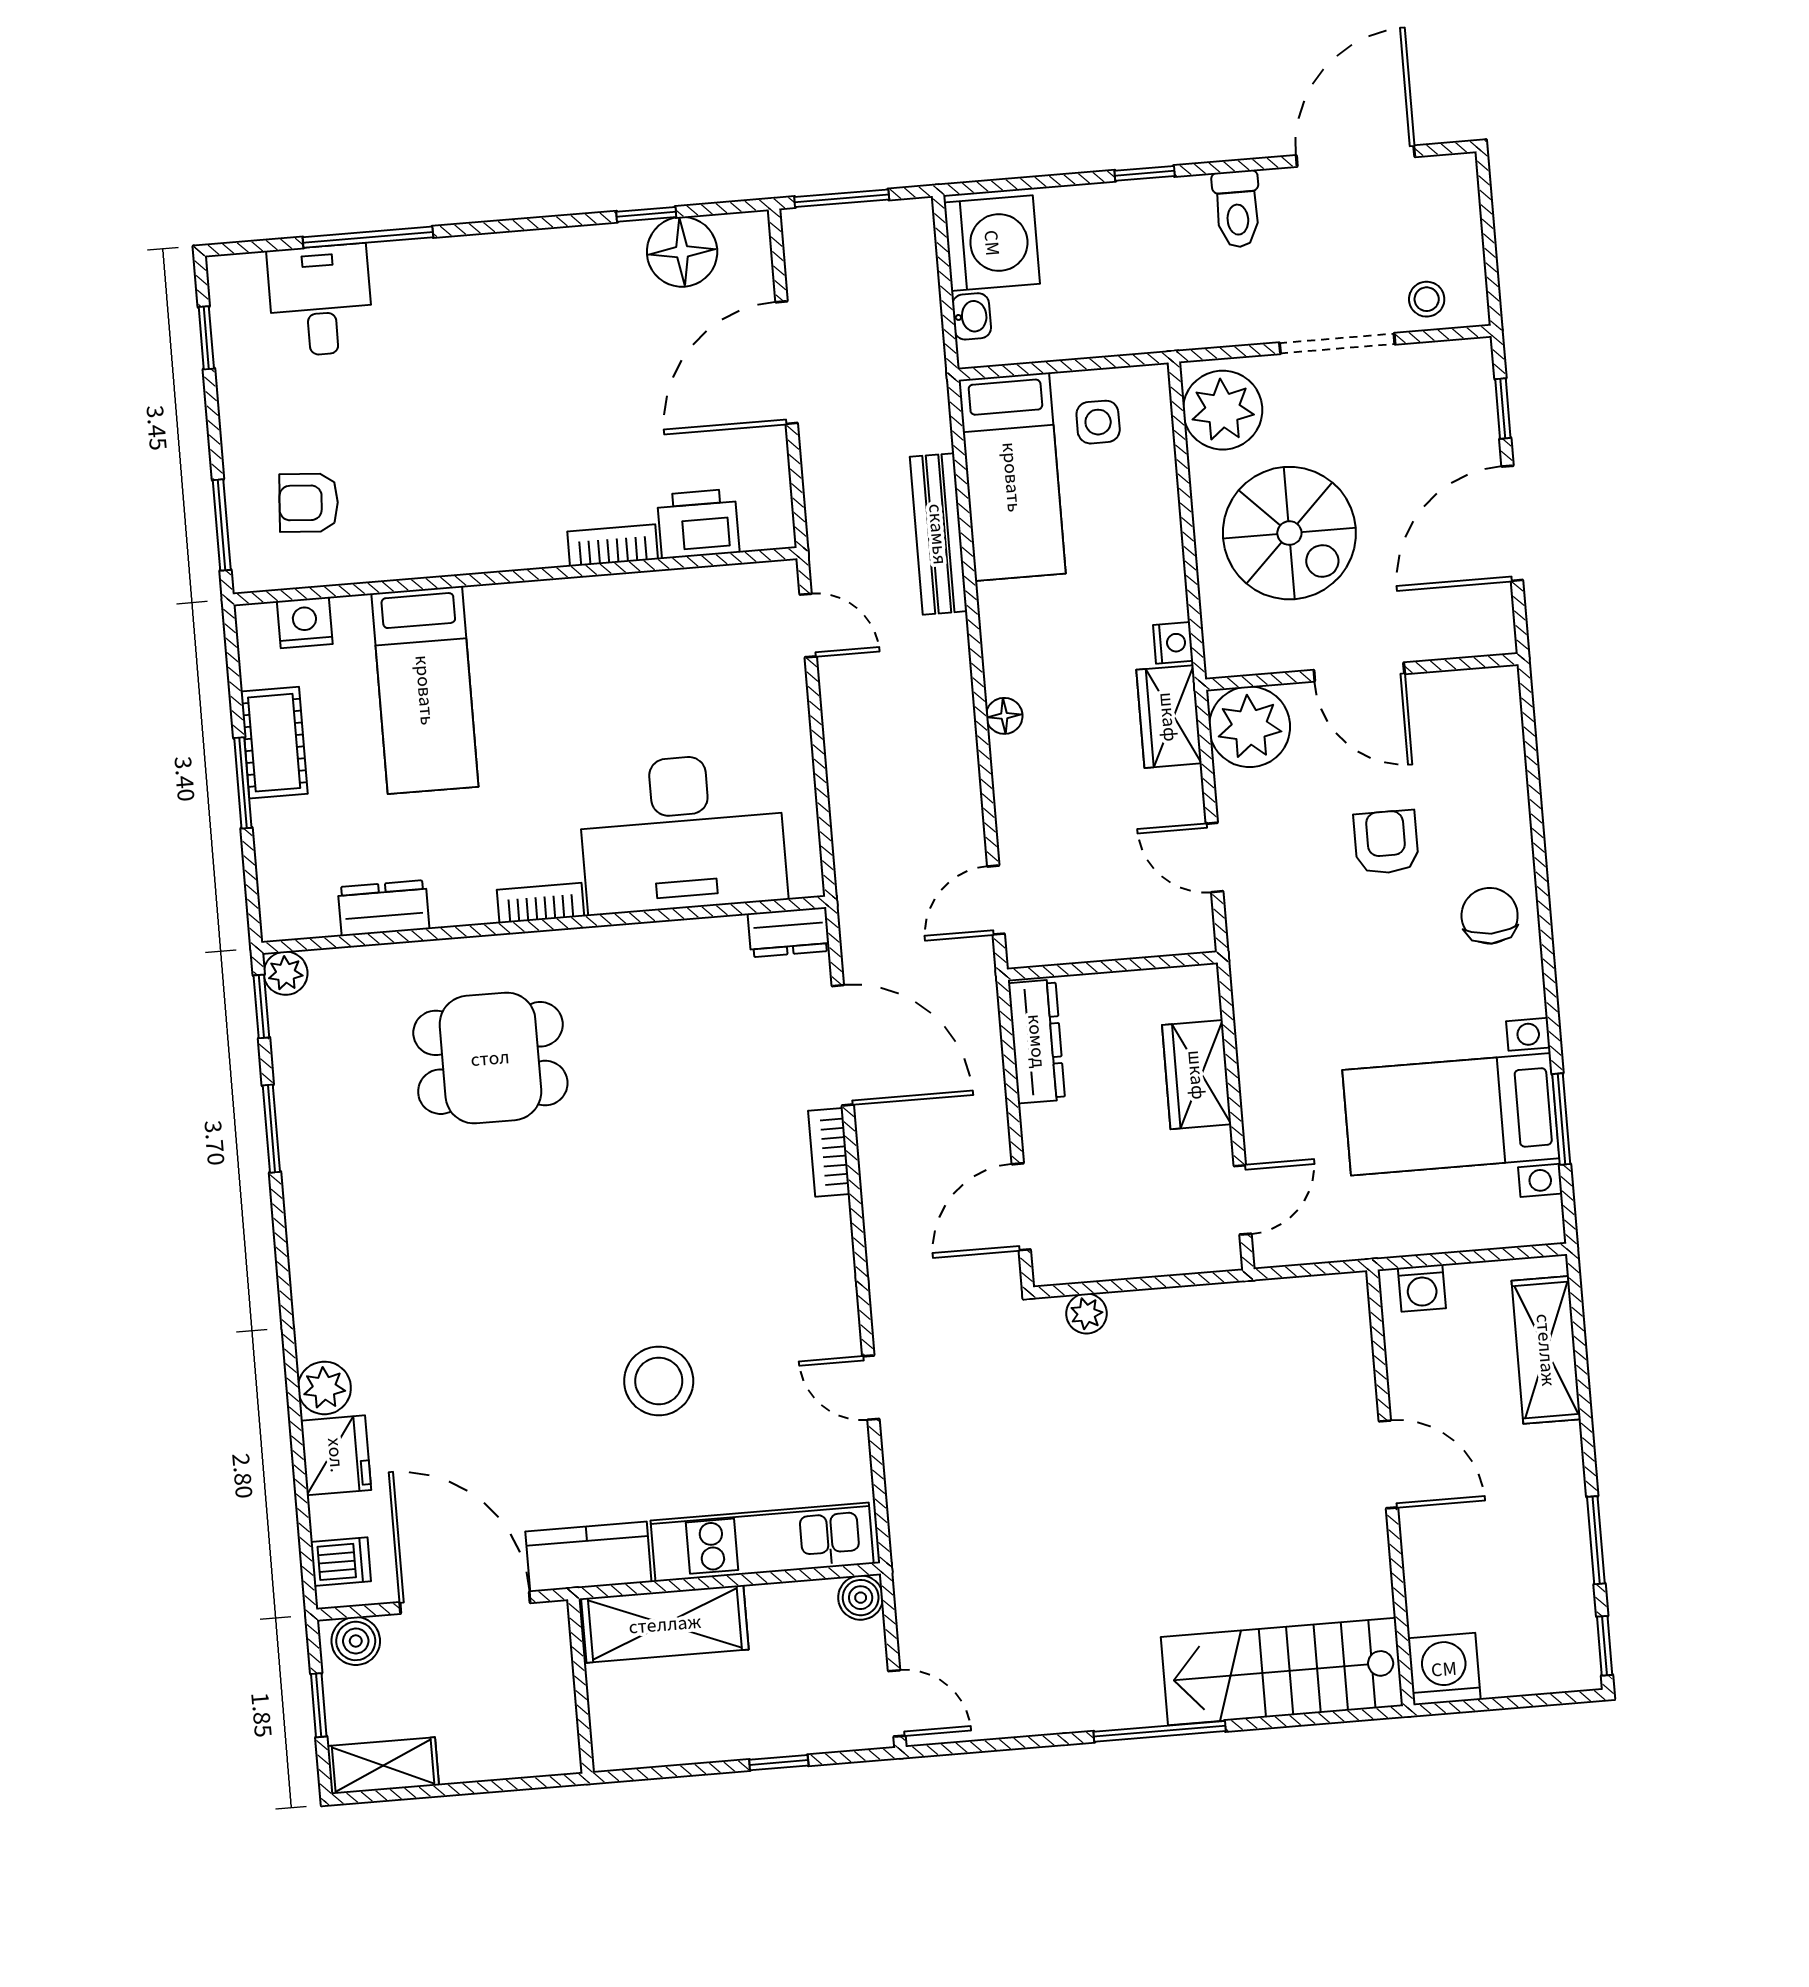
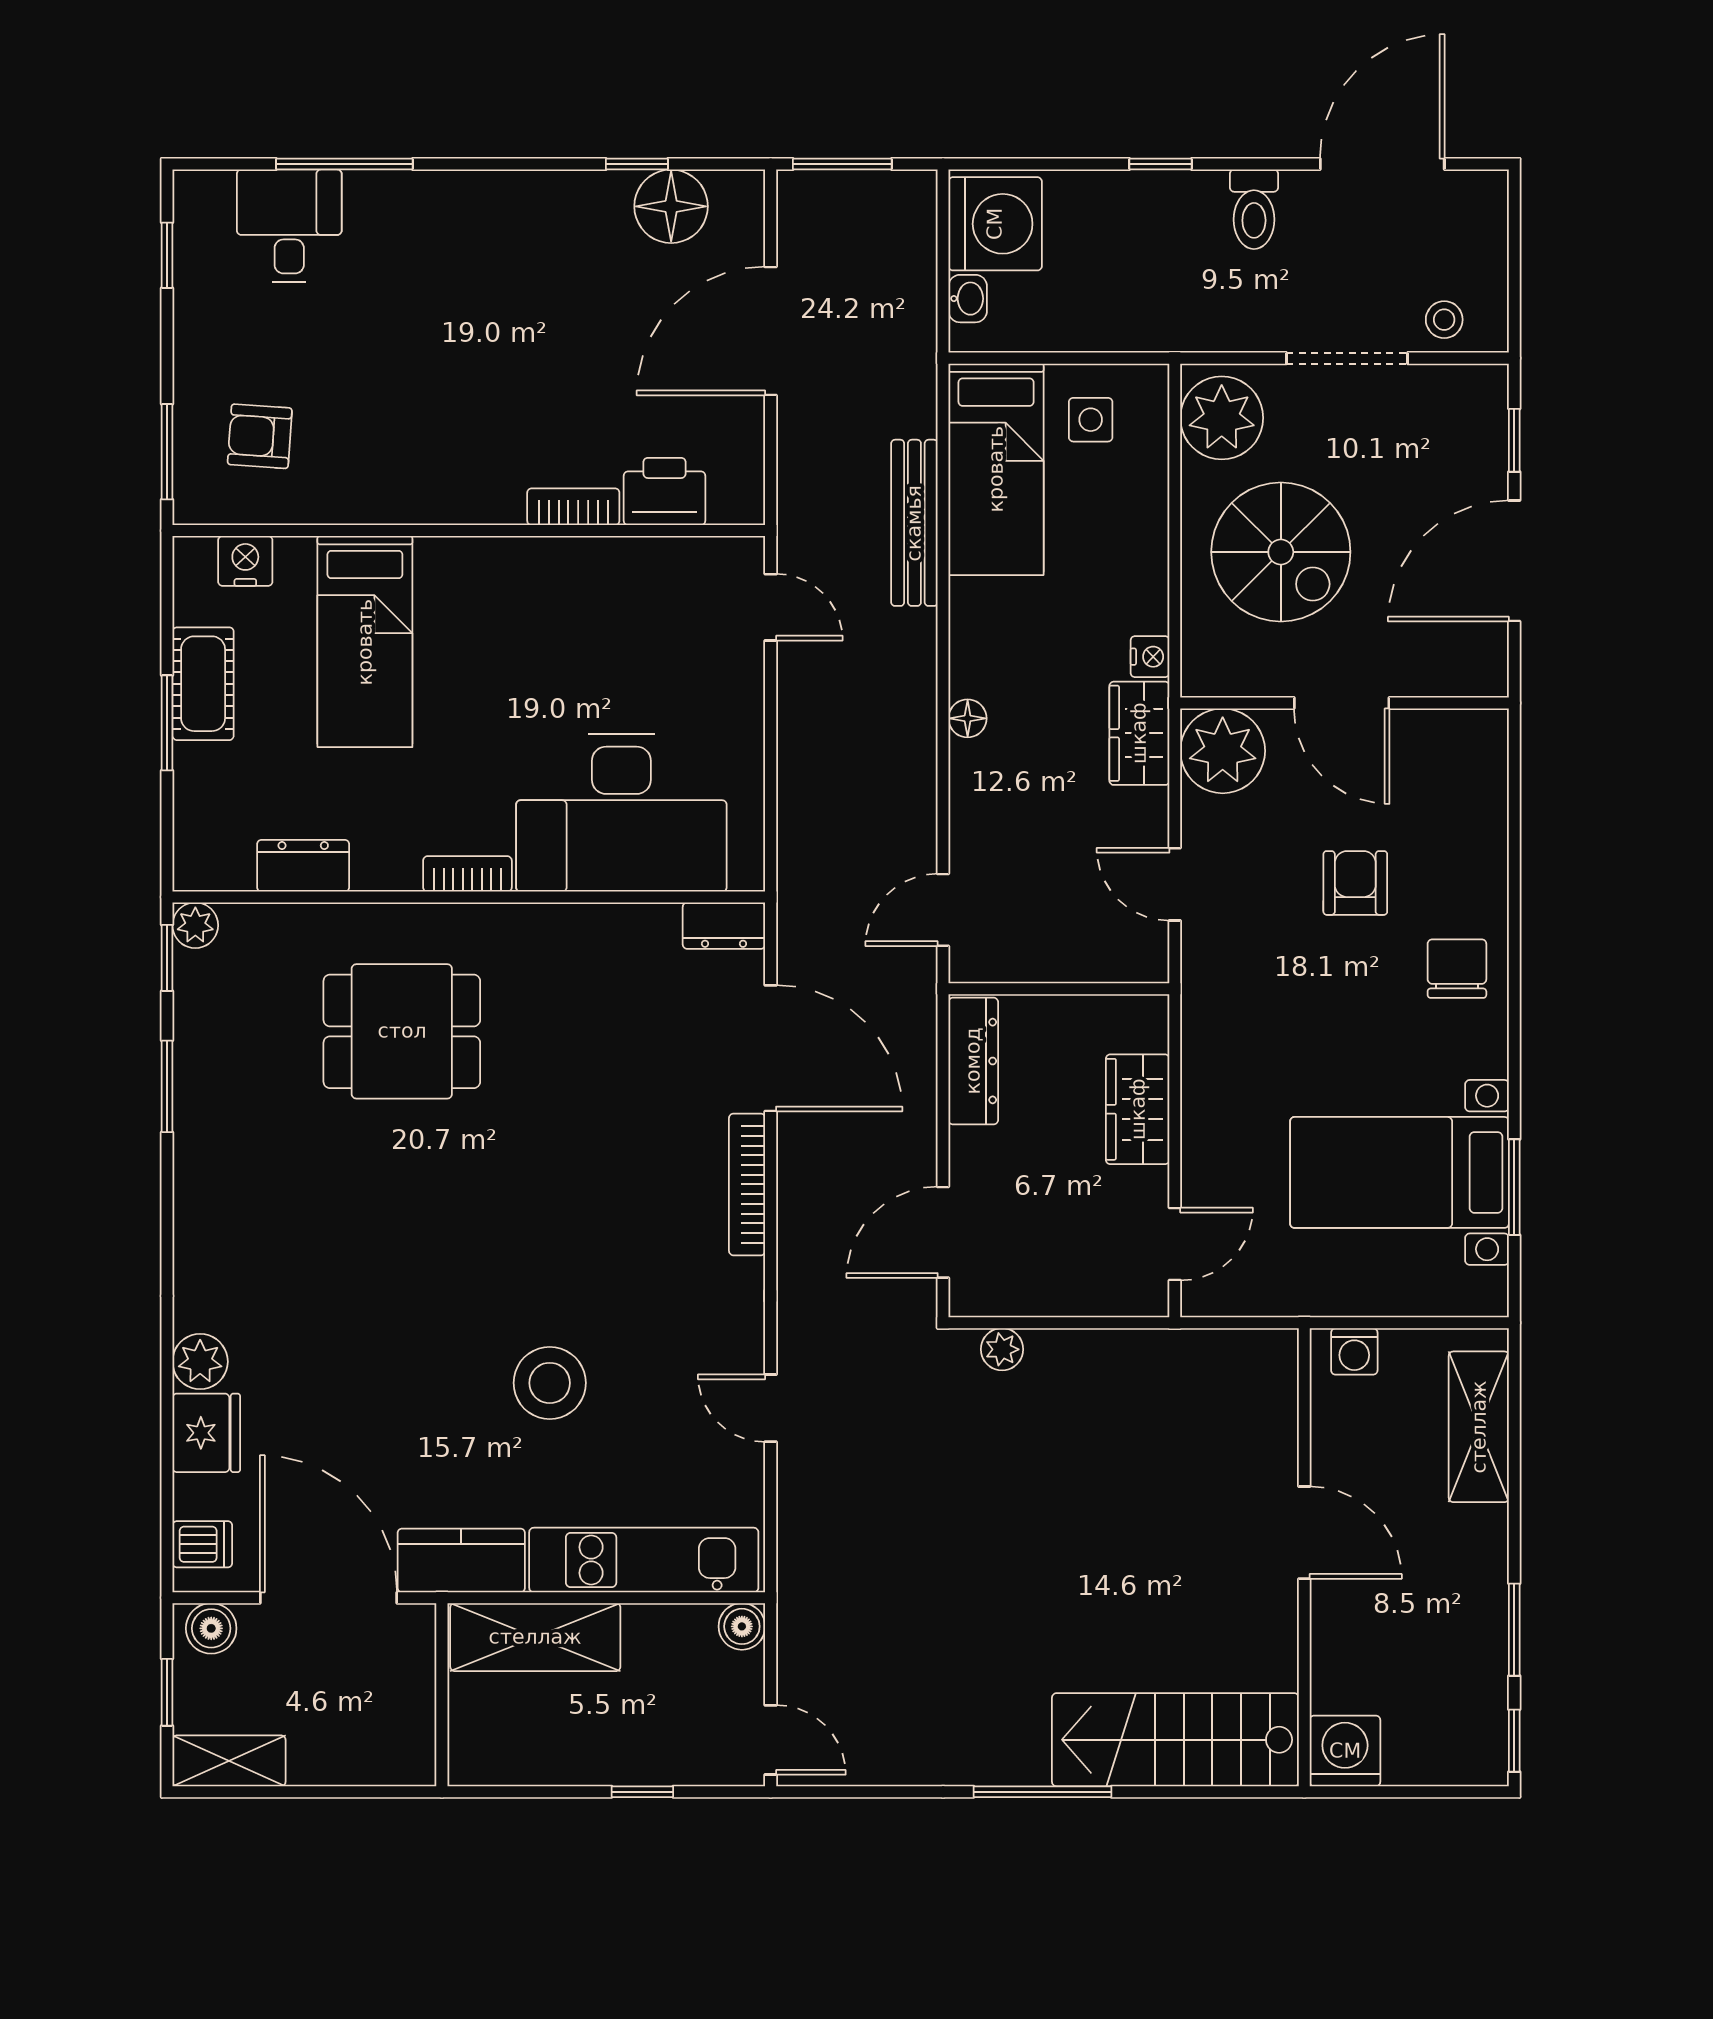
bookcase: (829, 1152) -> (747, 1184), width x1.56

